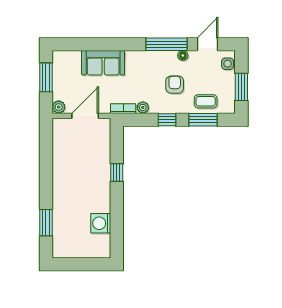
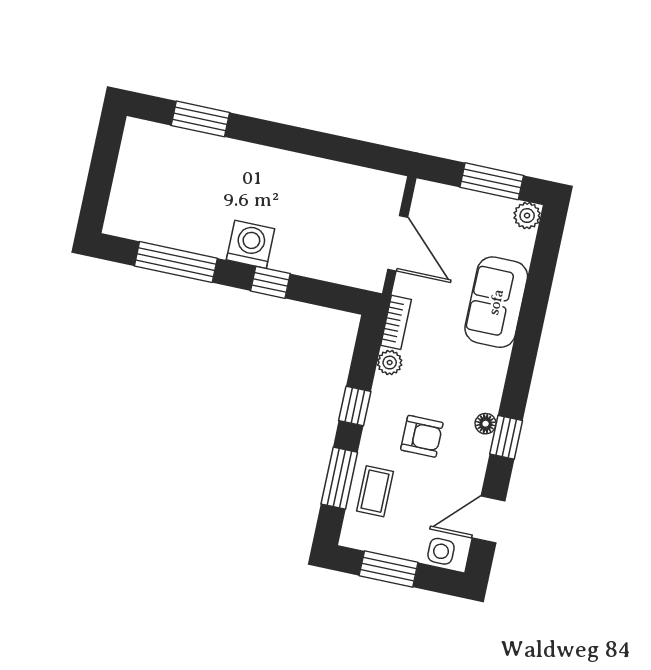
window: (166, 44) -> (506, 437), width x0.46
door: (208, 44) -> (488, 519), swing flipped
floor lamp: (183, 56) -> (486, 424), moved
plant: (59, 107) -> (527, 216), moved
window: (117, 220) -> (176, 262), added
washing machine: (101, 223) -> (251, 244), moved

